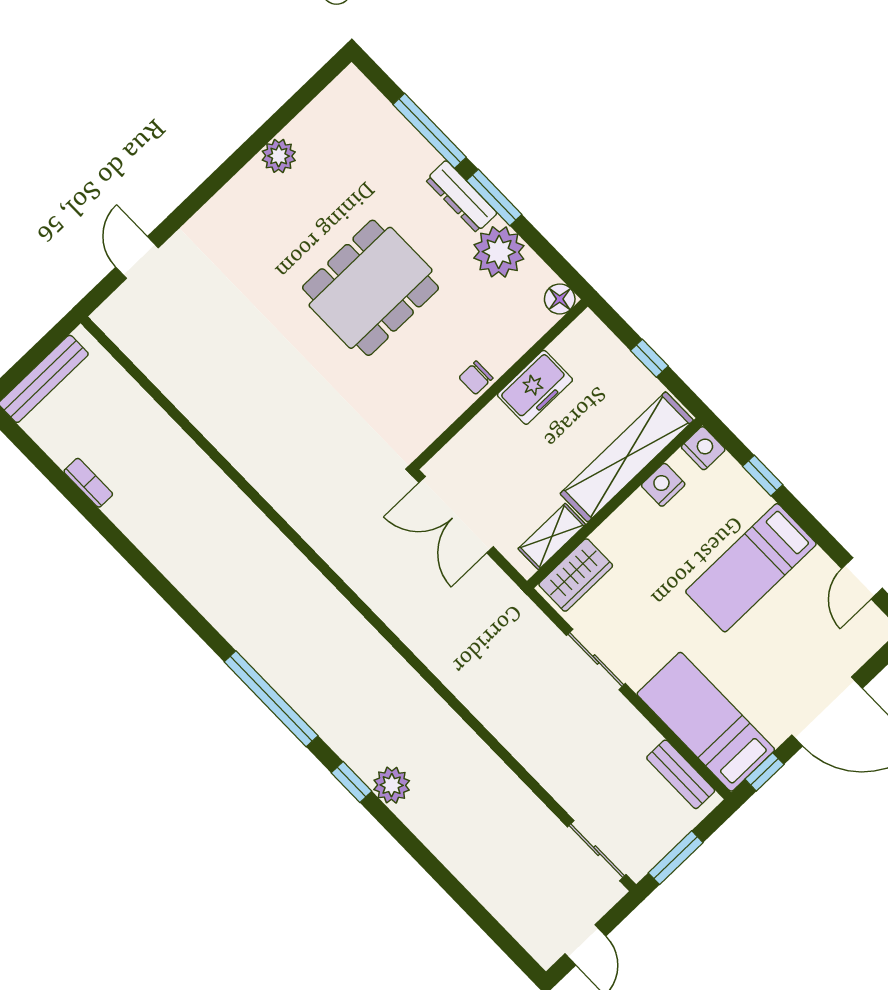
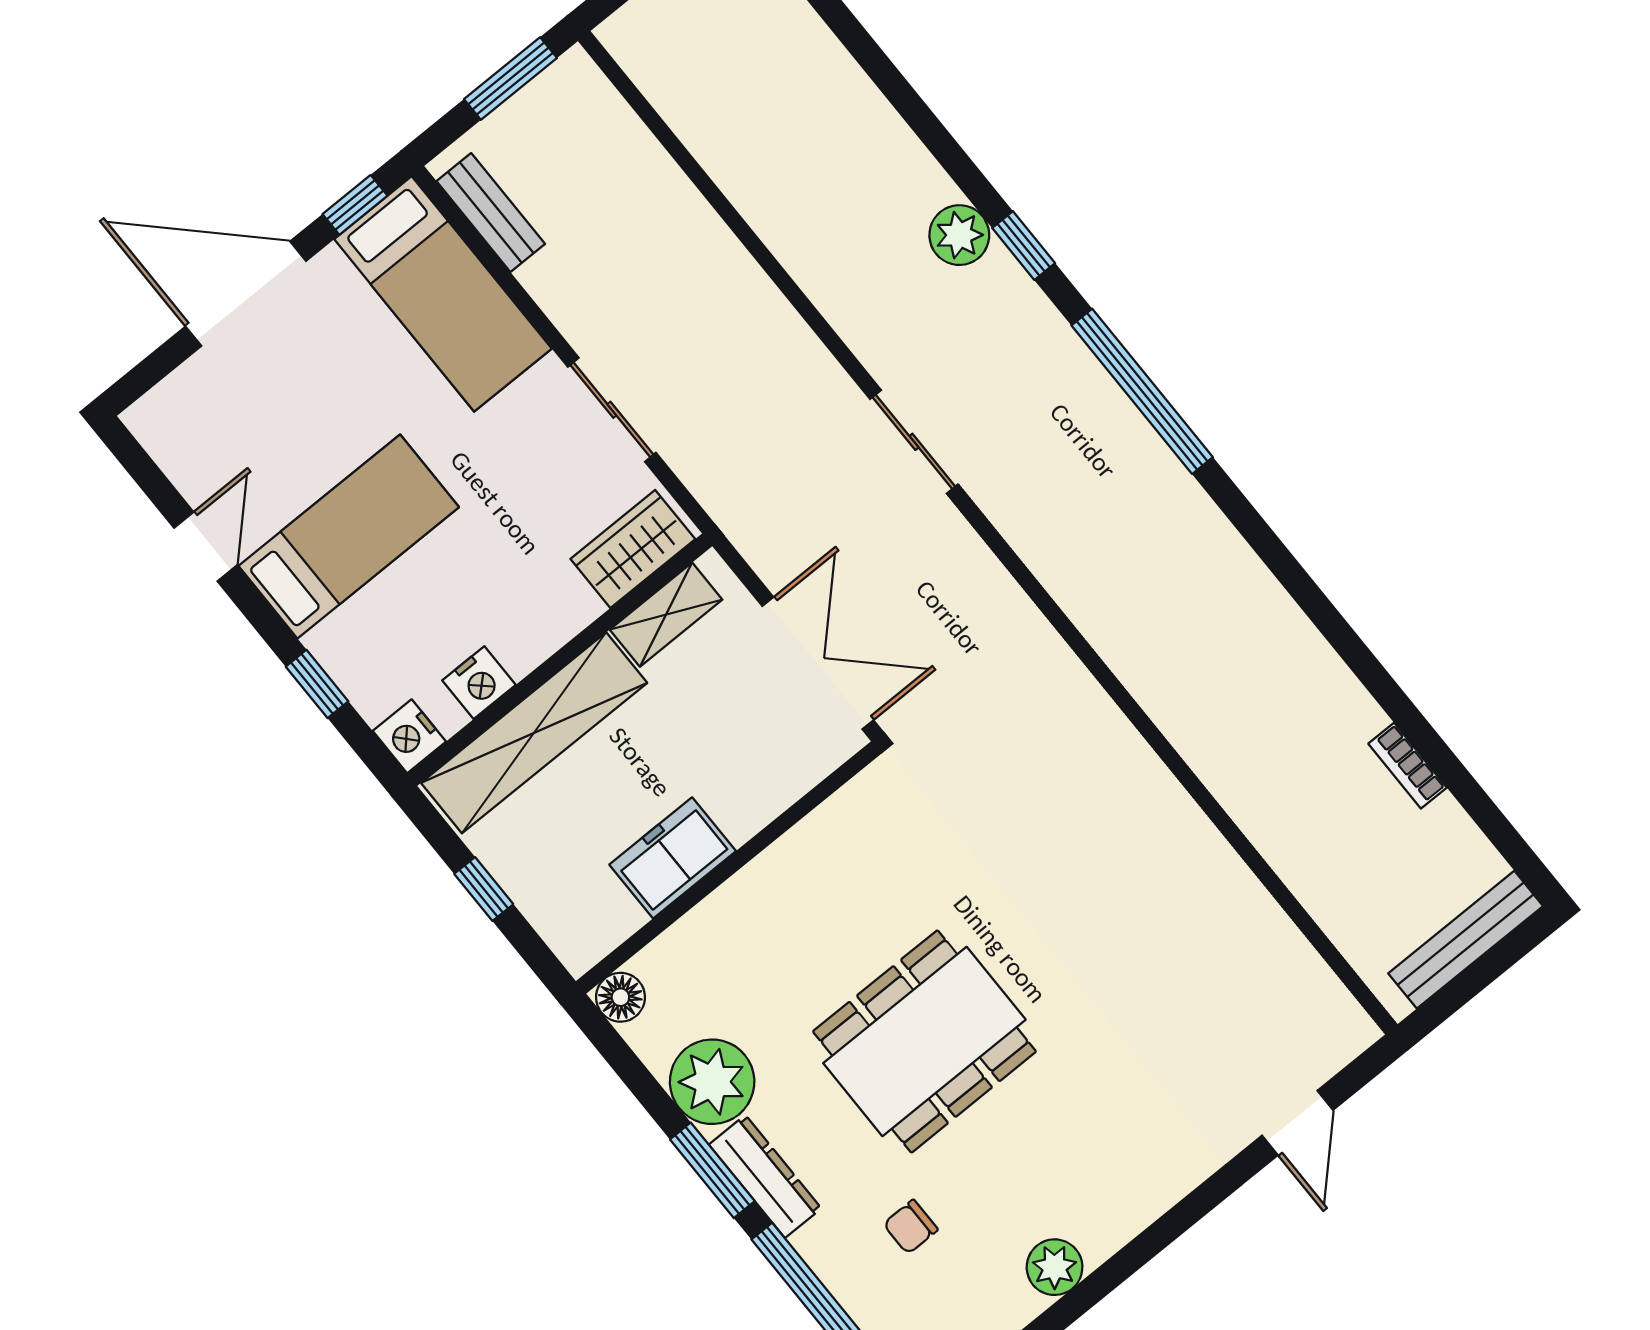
chair: (476, 378) -> (911, 1227), moved, turned 180
door: (862, 578) -> (206, 547), moved
sliding door: (597, 851) -> (914, 442), moved

